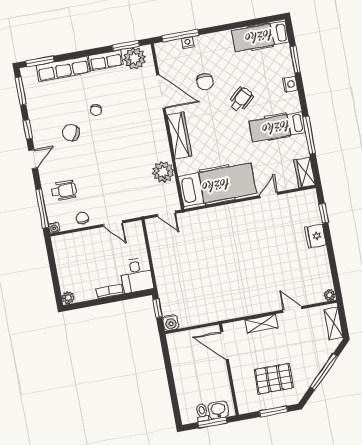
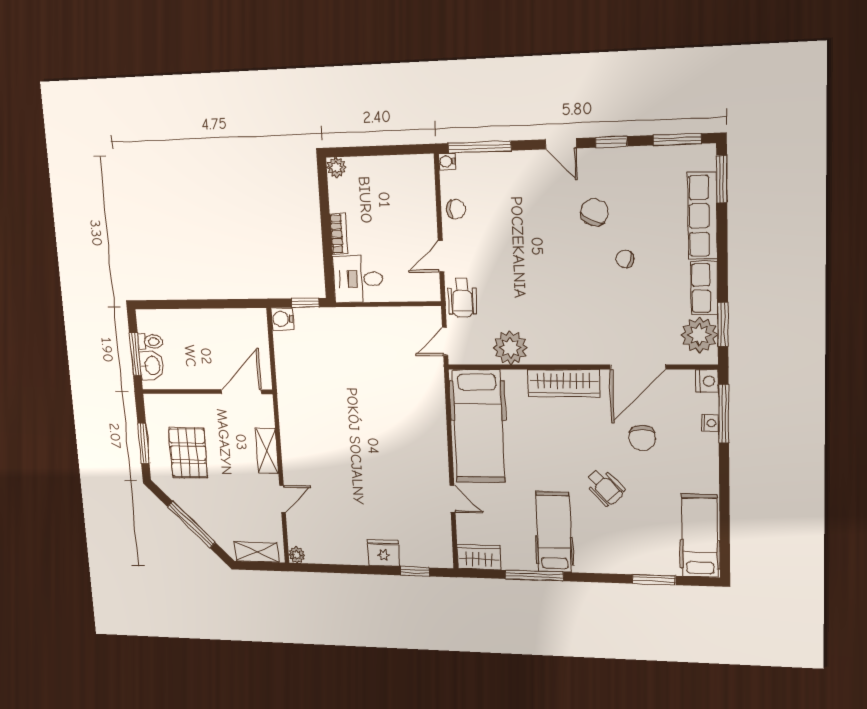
chair: (205, 82) -> (642, 438), turned -90
nightstand: (290, 84) -> (707, 381), moved, turned -90
wheelchair: (64, 191) -> (462, 298), moved

